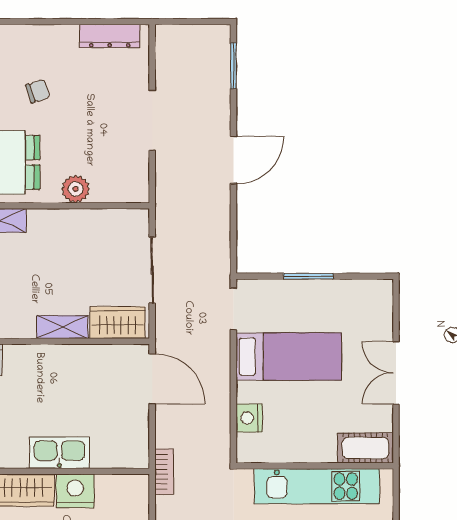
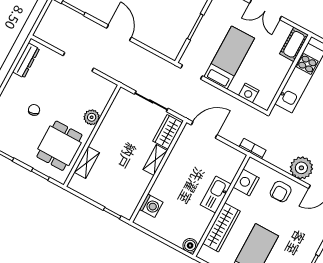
nightstand: (75, 491) -> (246, 183), moved

